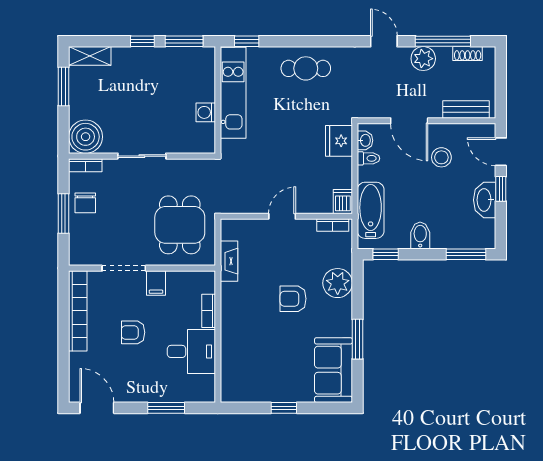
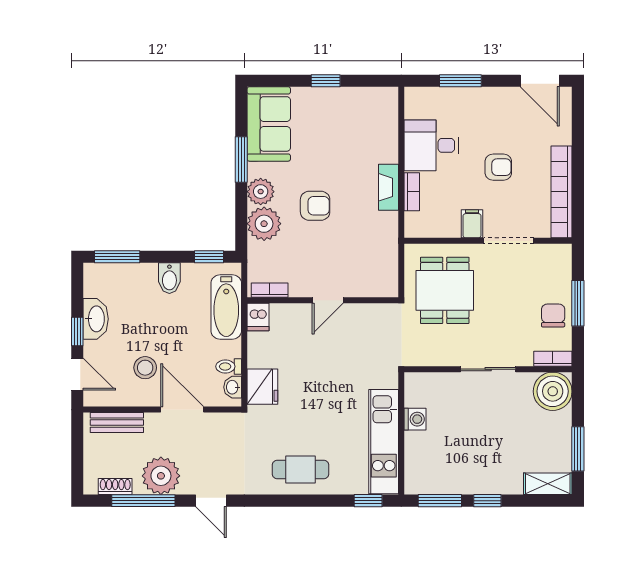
plant: (423, 59) -> (161, 476), width x1.36, depth x1.36
fireplace: (229, 261) -> (389, 187), moved
plant: (341, 311) -> (261, 192), added

